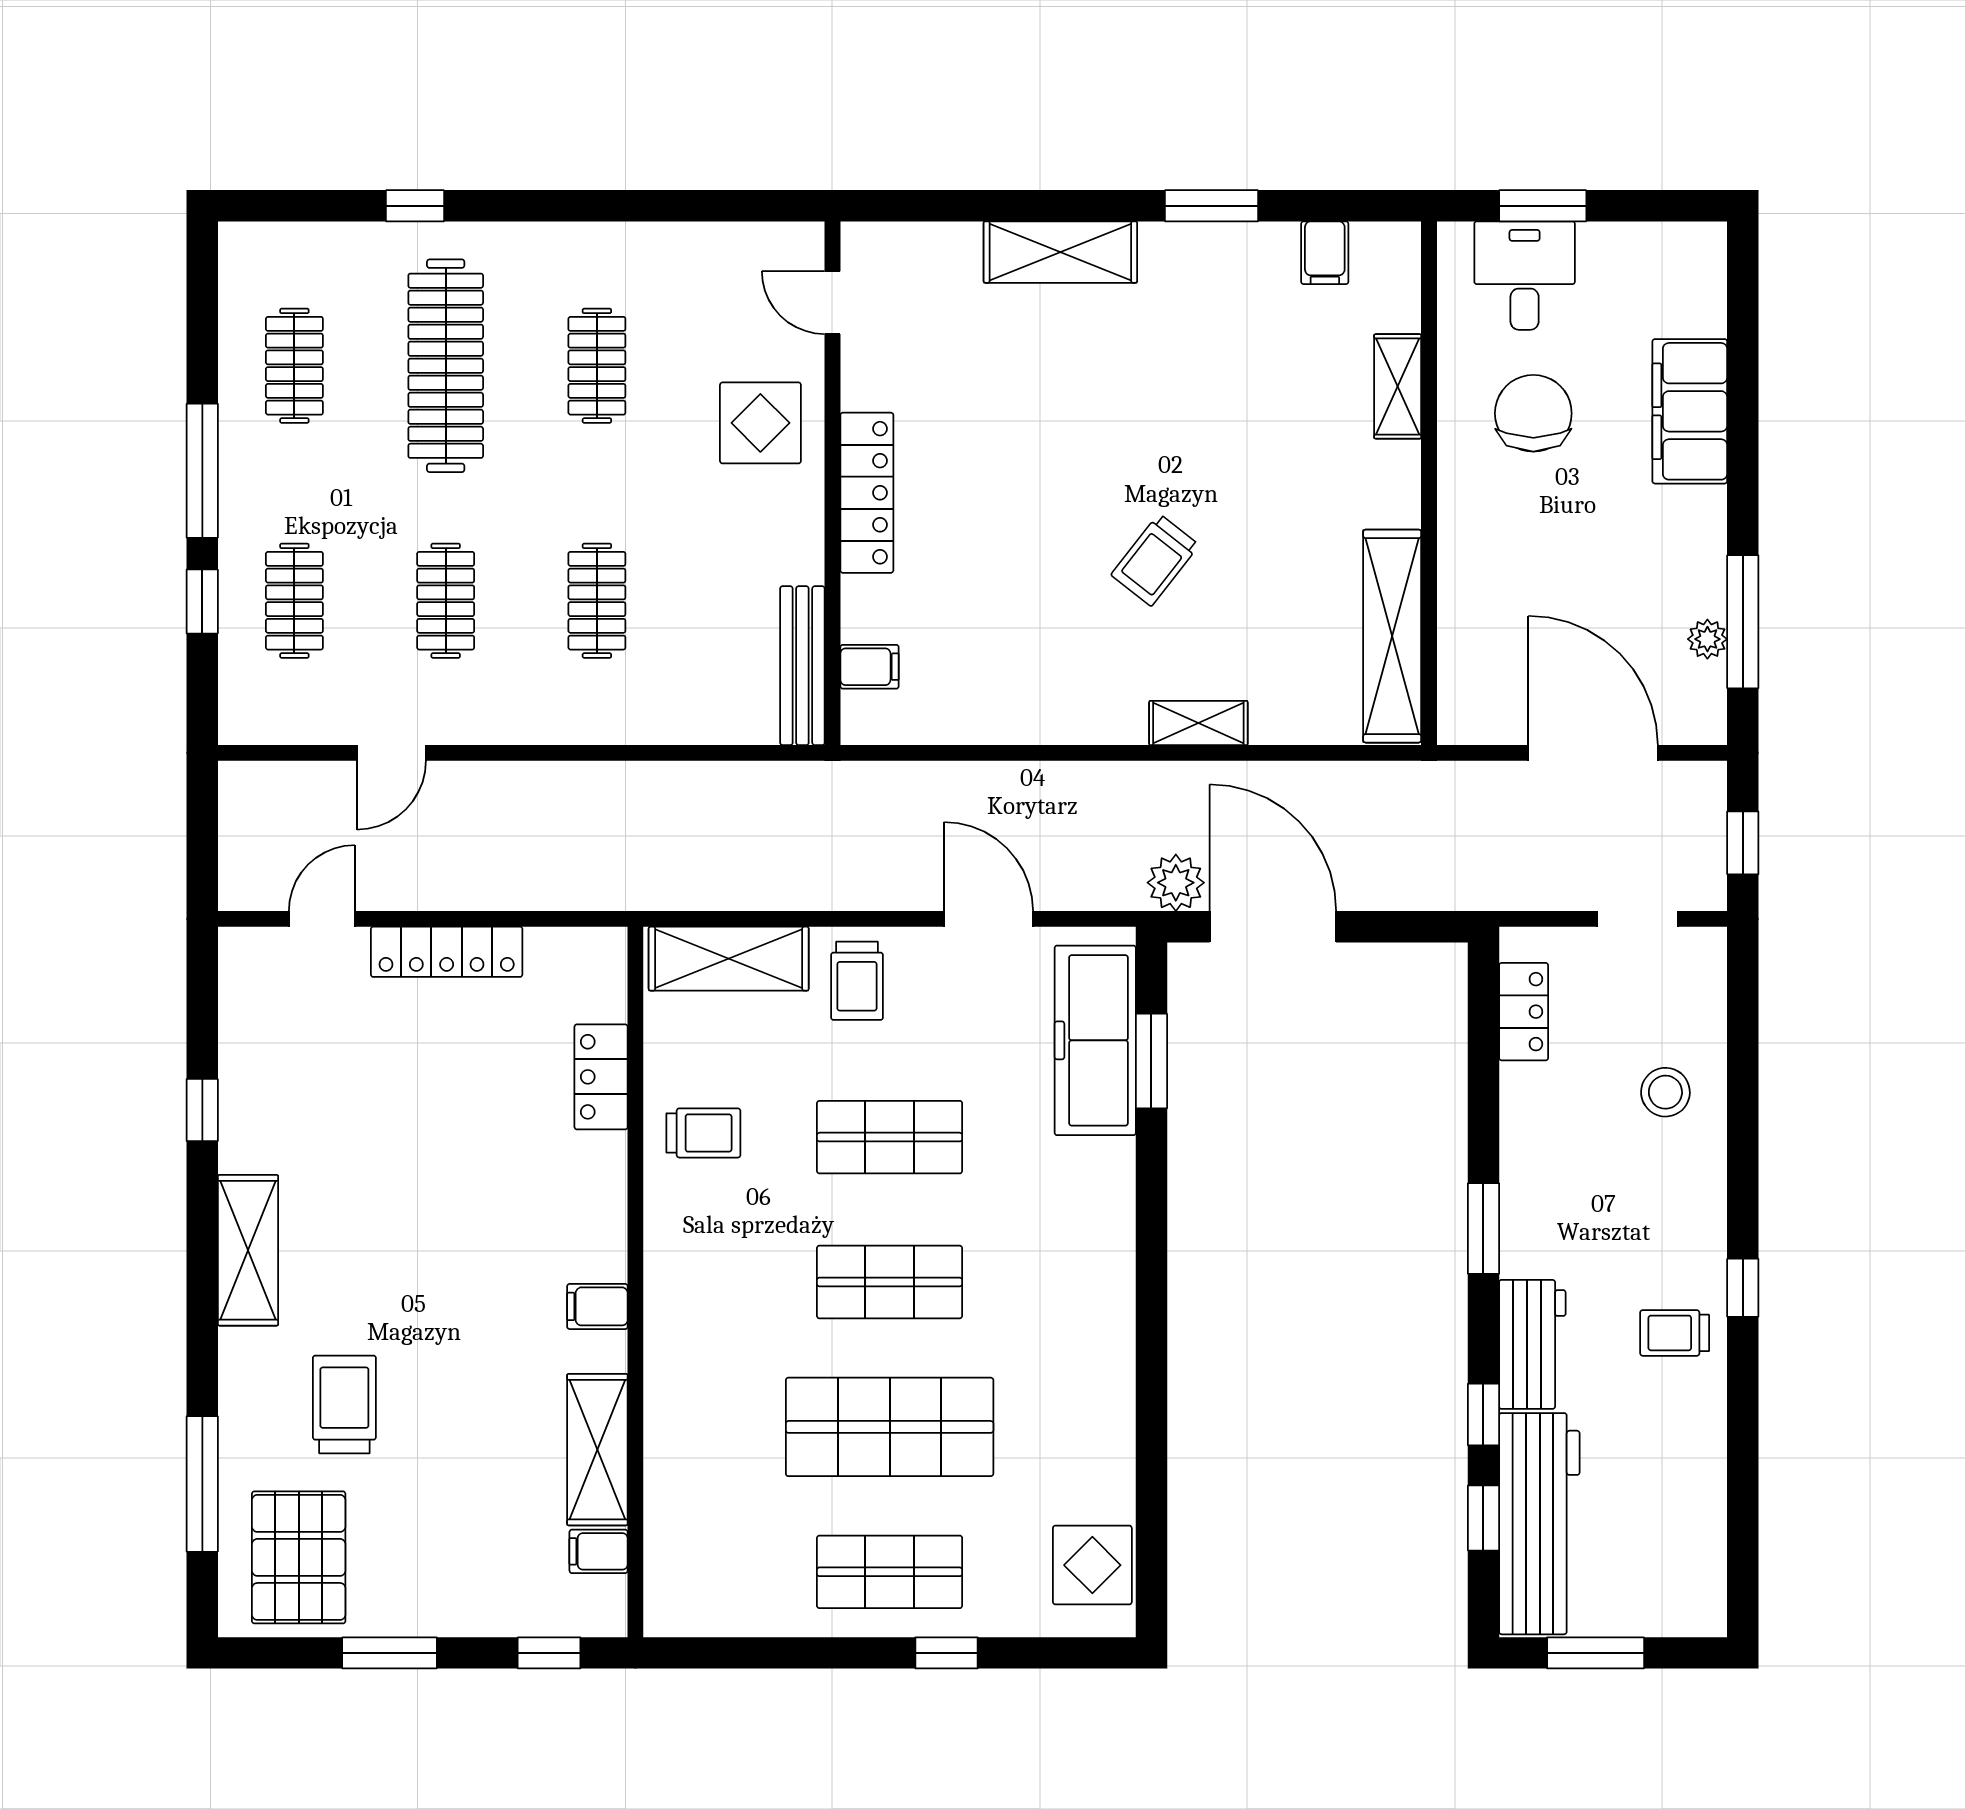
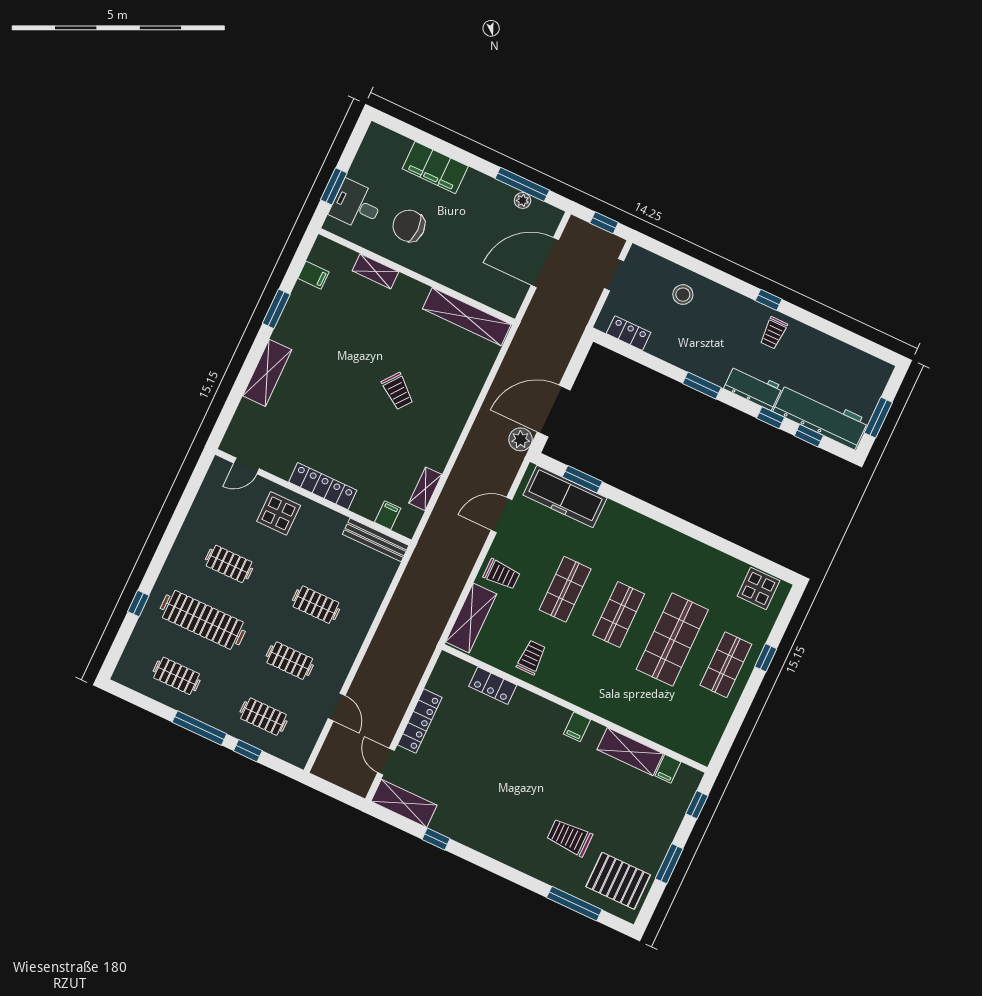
shelving: (1198, 723) -> (425, 489), moved
shelving: (248, 1250) -> (404, 803), moved

